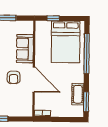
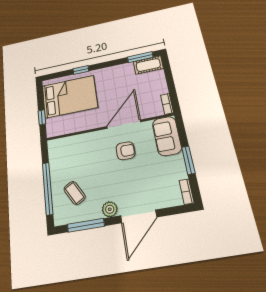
sofa: (25, 49) -> (167, 136), moved, turned 90
window: (87, 54) -> (81, 70), width x0.32
cot: (78, 94) -> (148, 65), moved

